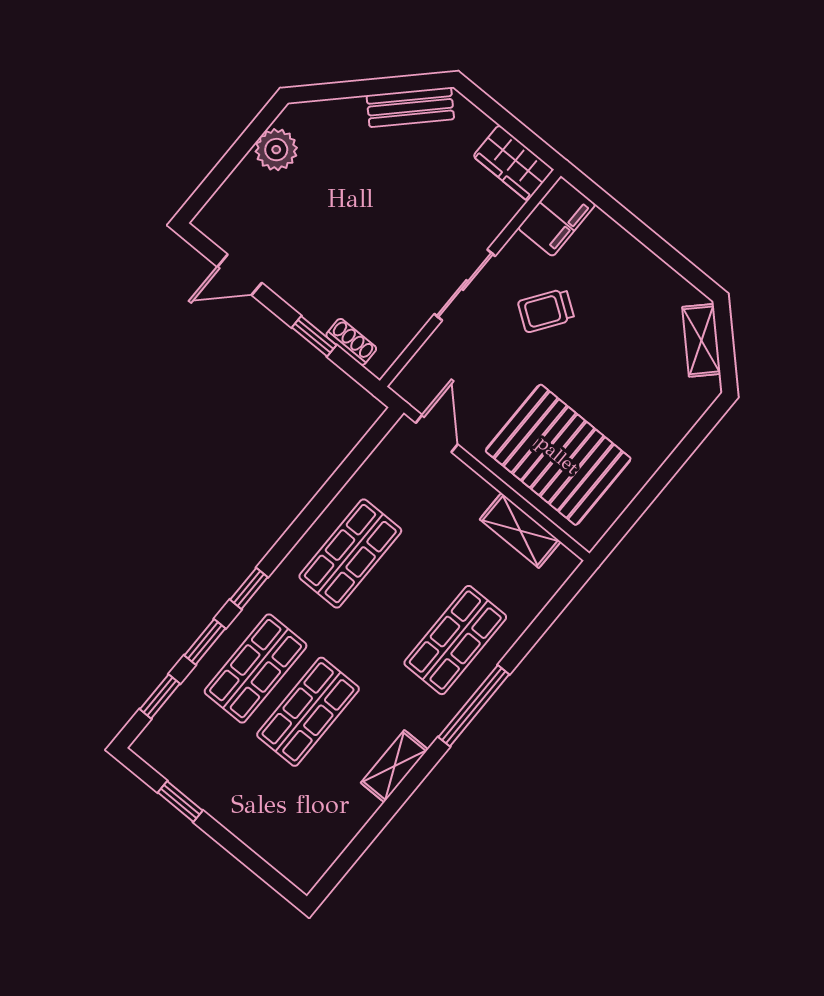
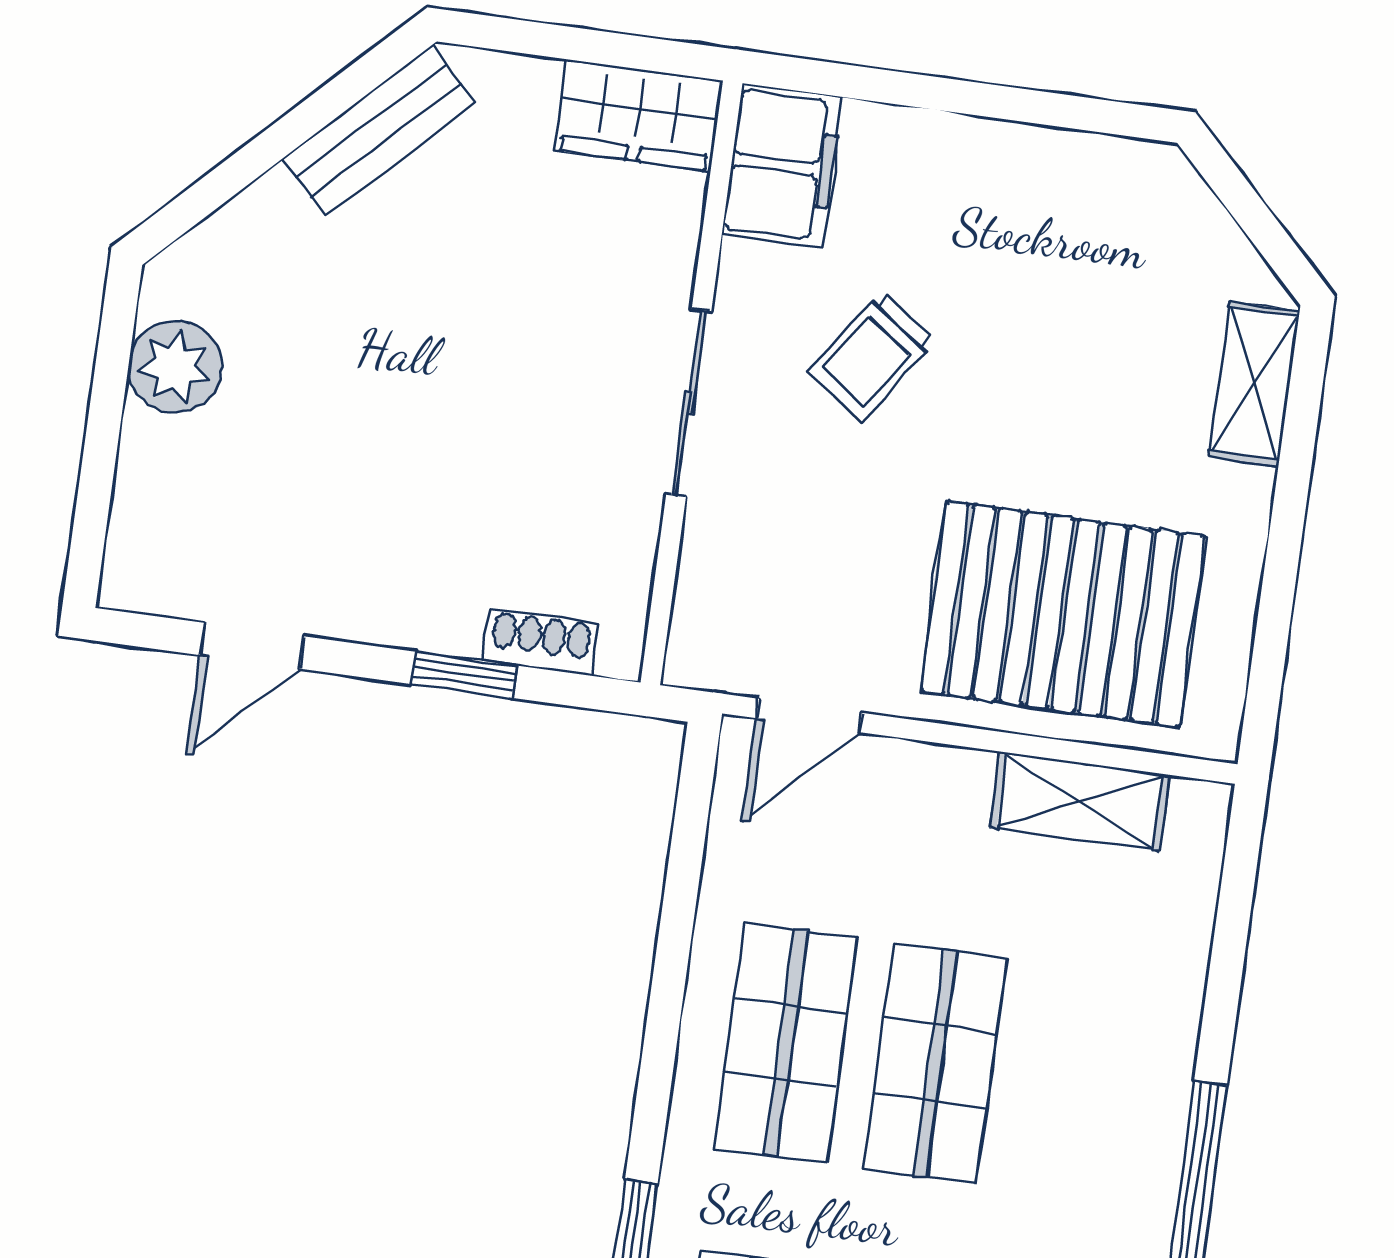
shelving: (701, 340) -> (1254, 384), moved, turned 45
door: (437, 434) -> (809, 716), swing flipped
shop shelf: (455, 640) -> (935, 1063), moved

